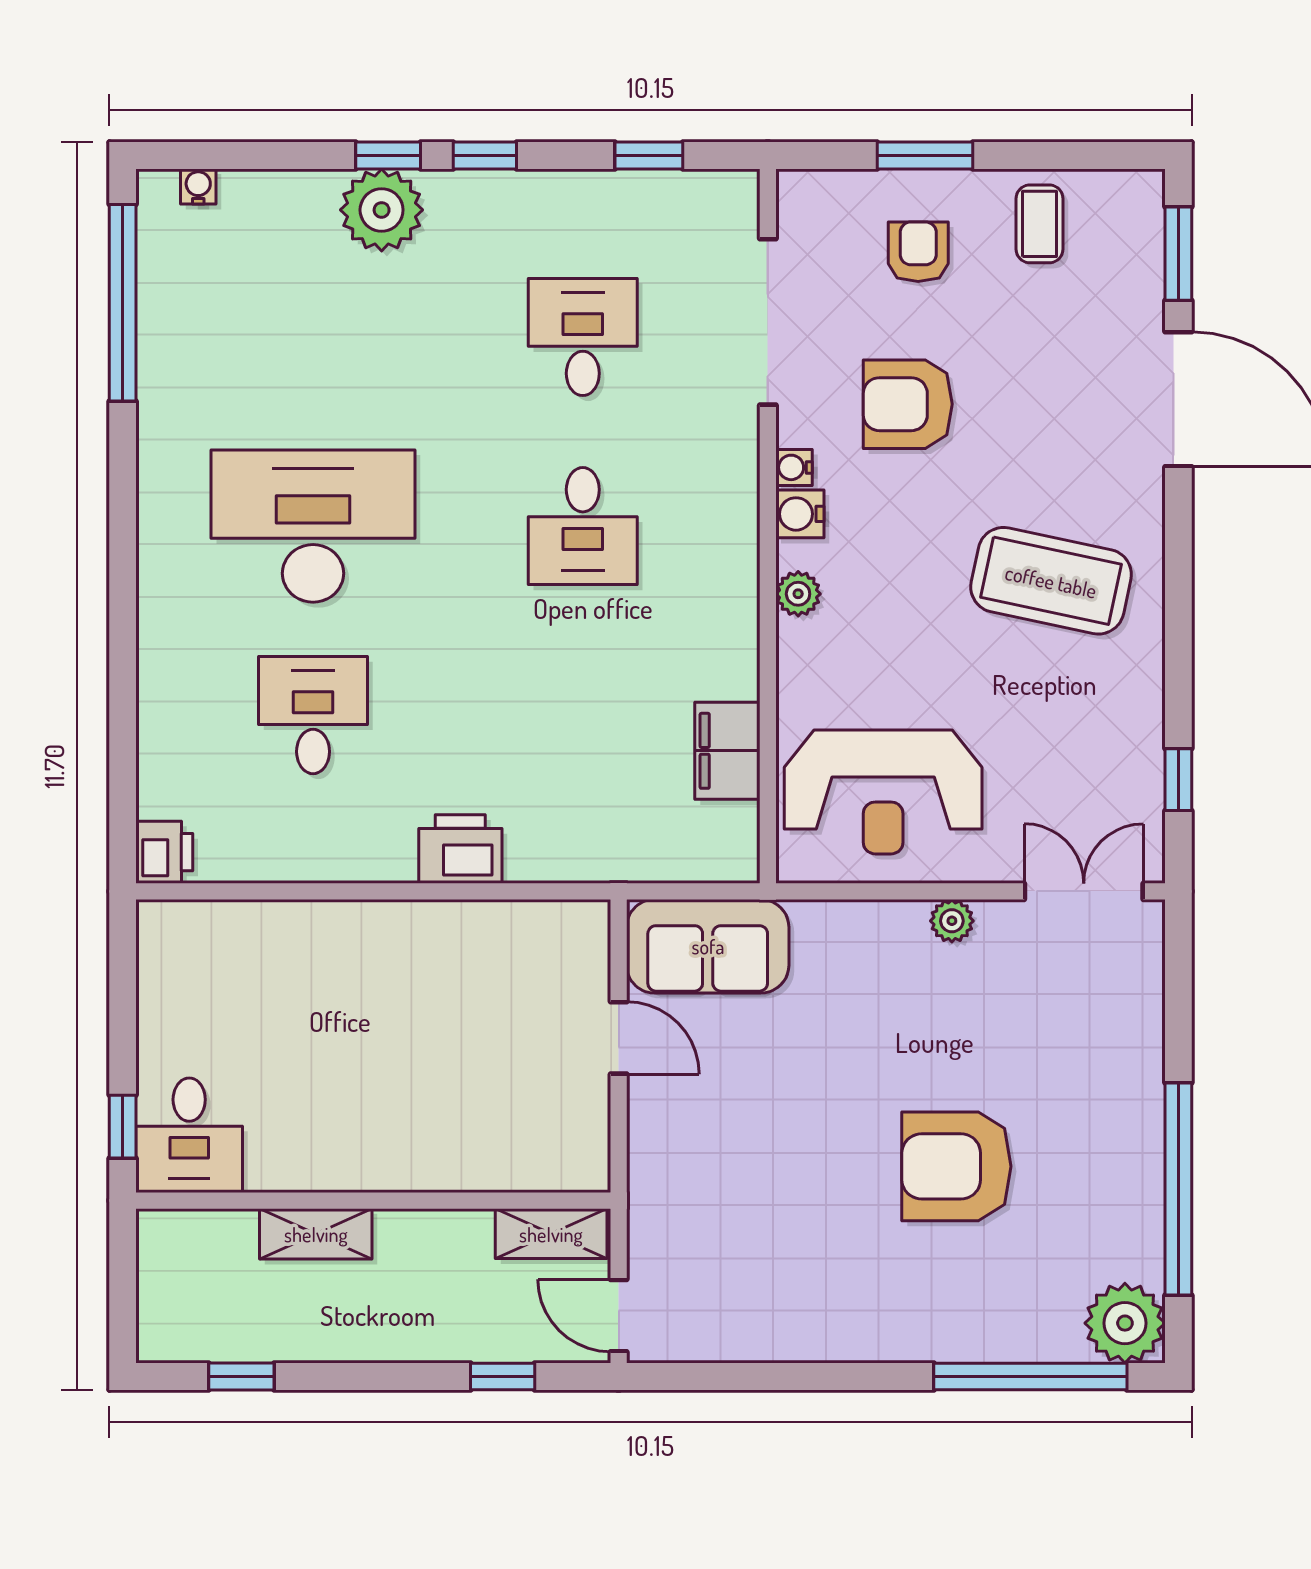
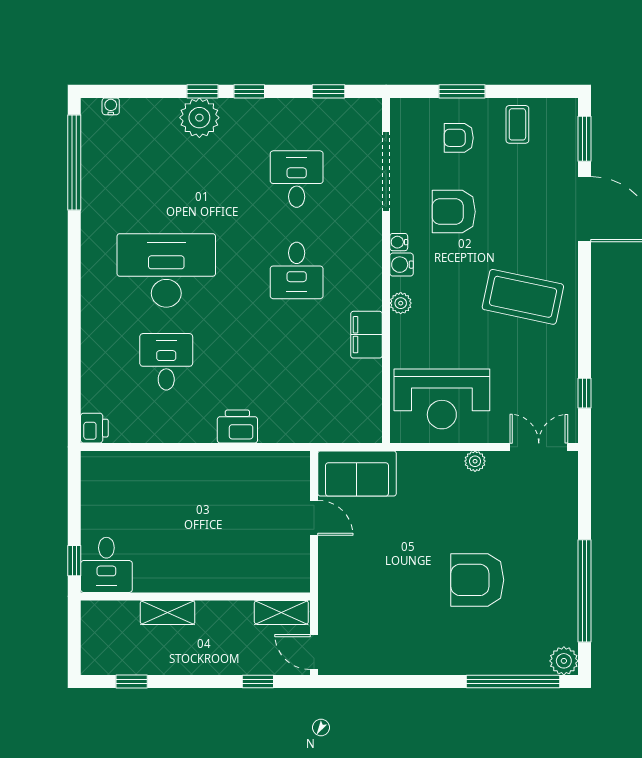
armchair: (918, 252) -> (459, 138), turned -90
filing cabinet: (727, 751) -> (367, 335), moved
plant: (1125, 1323) -> (564, 661), width x0.73, depth x0.73

